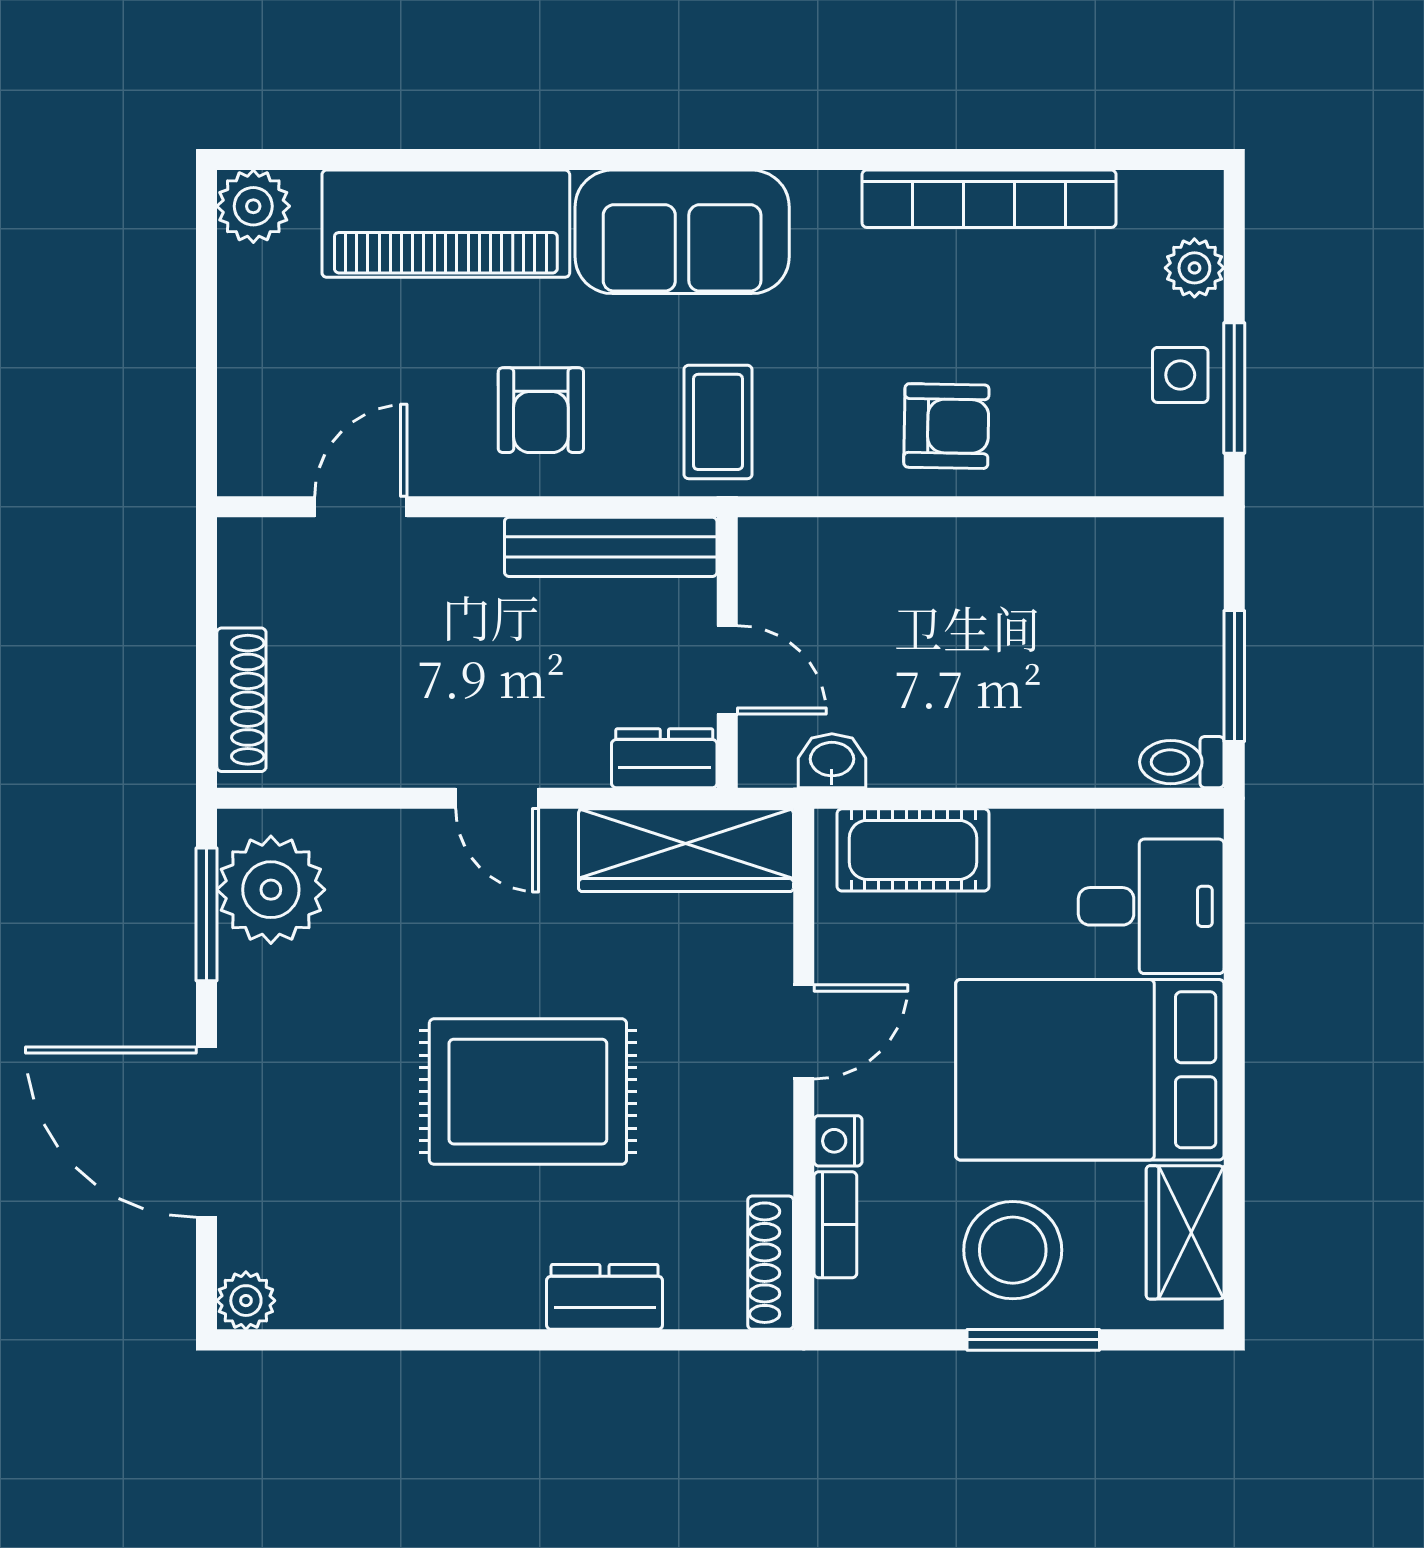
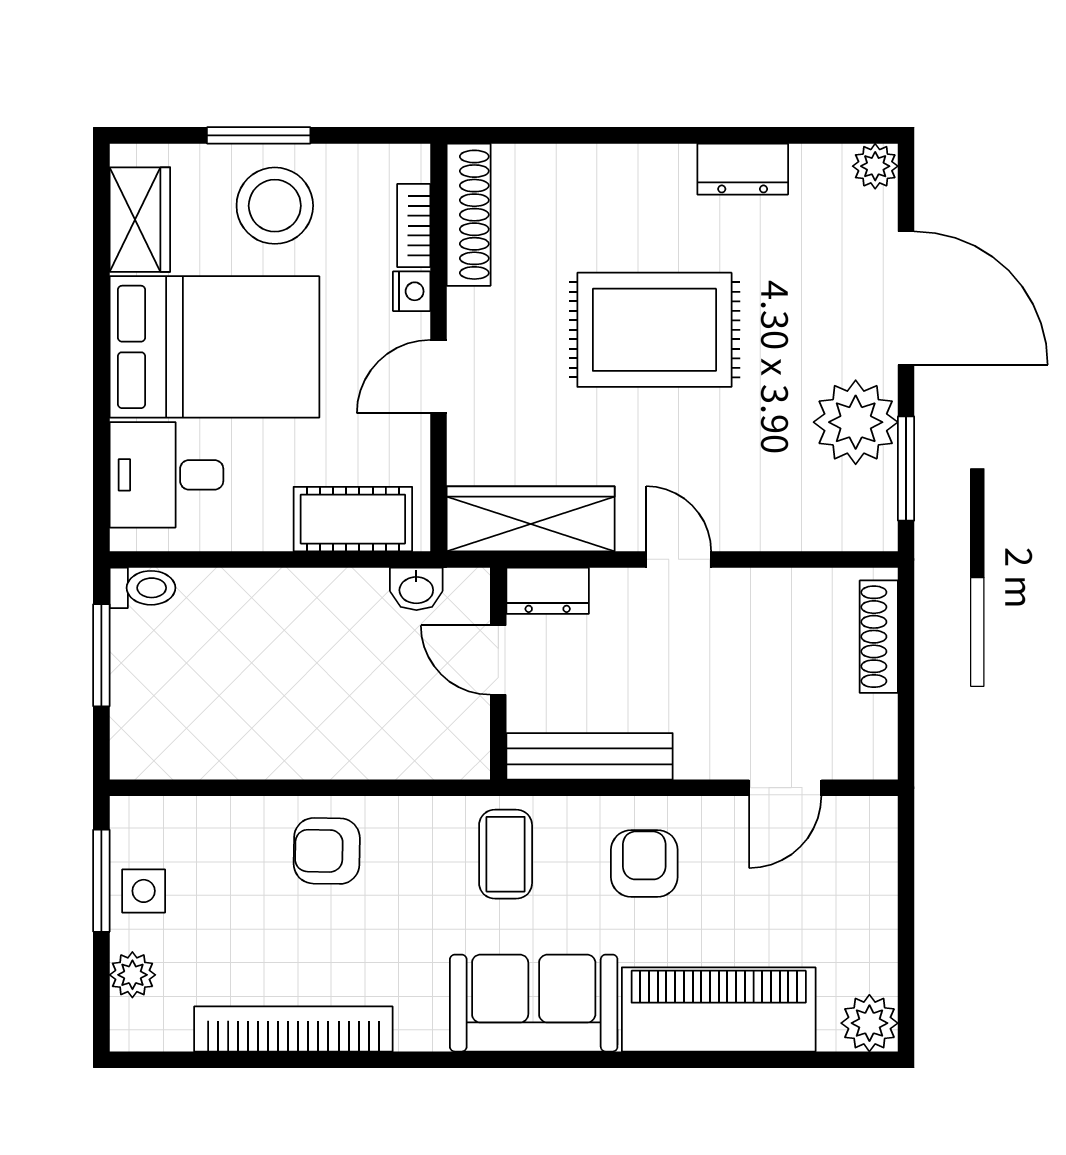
plant: (271, 890) -> (856, 422), moved
shoe rack: (771, 1263) -> (469, 215), width x1.36, depth x1.24
dresser: (605, 1297) -> (743, 169), moved

